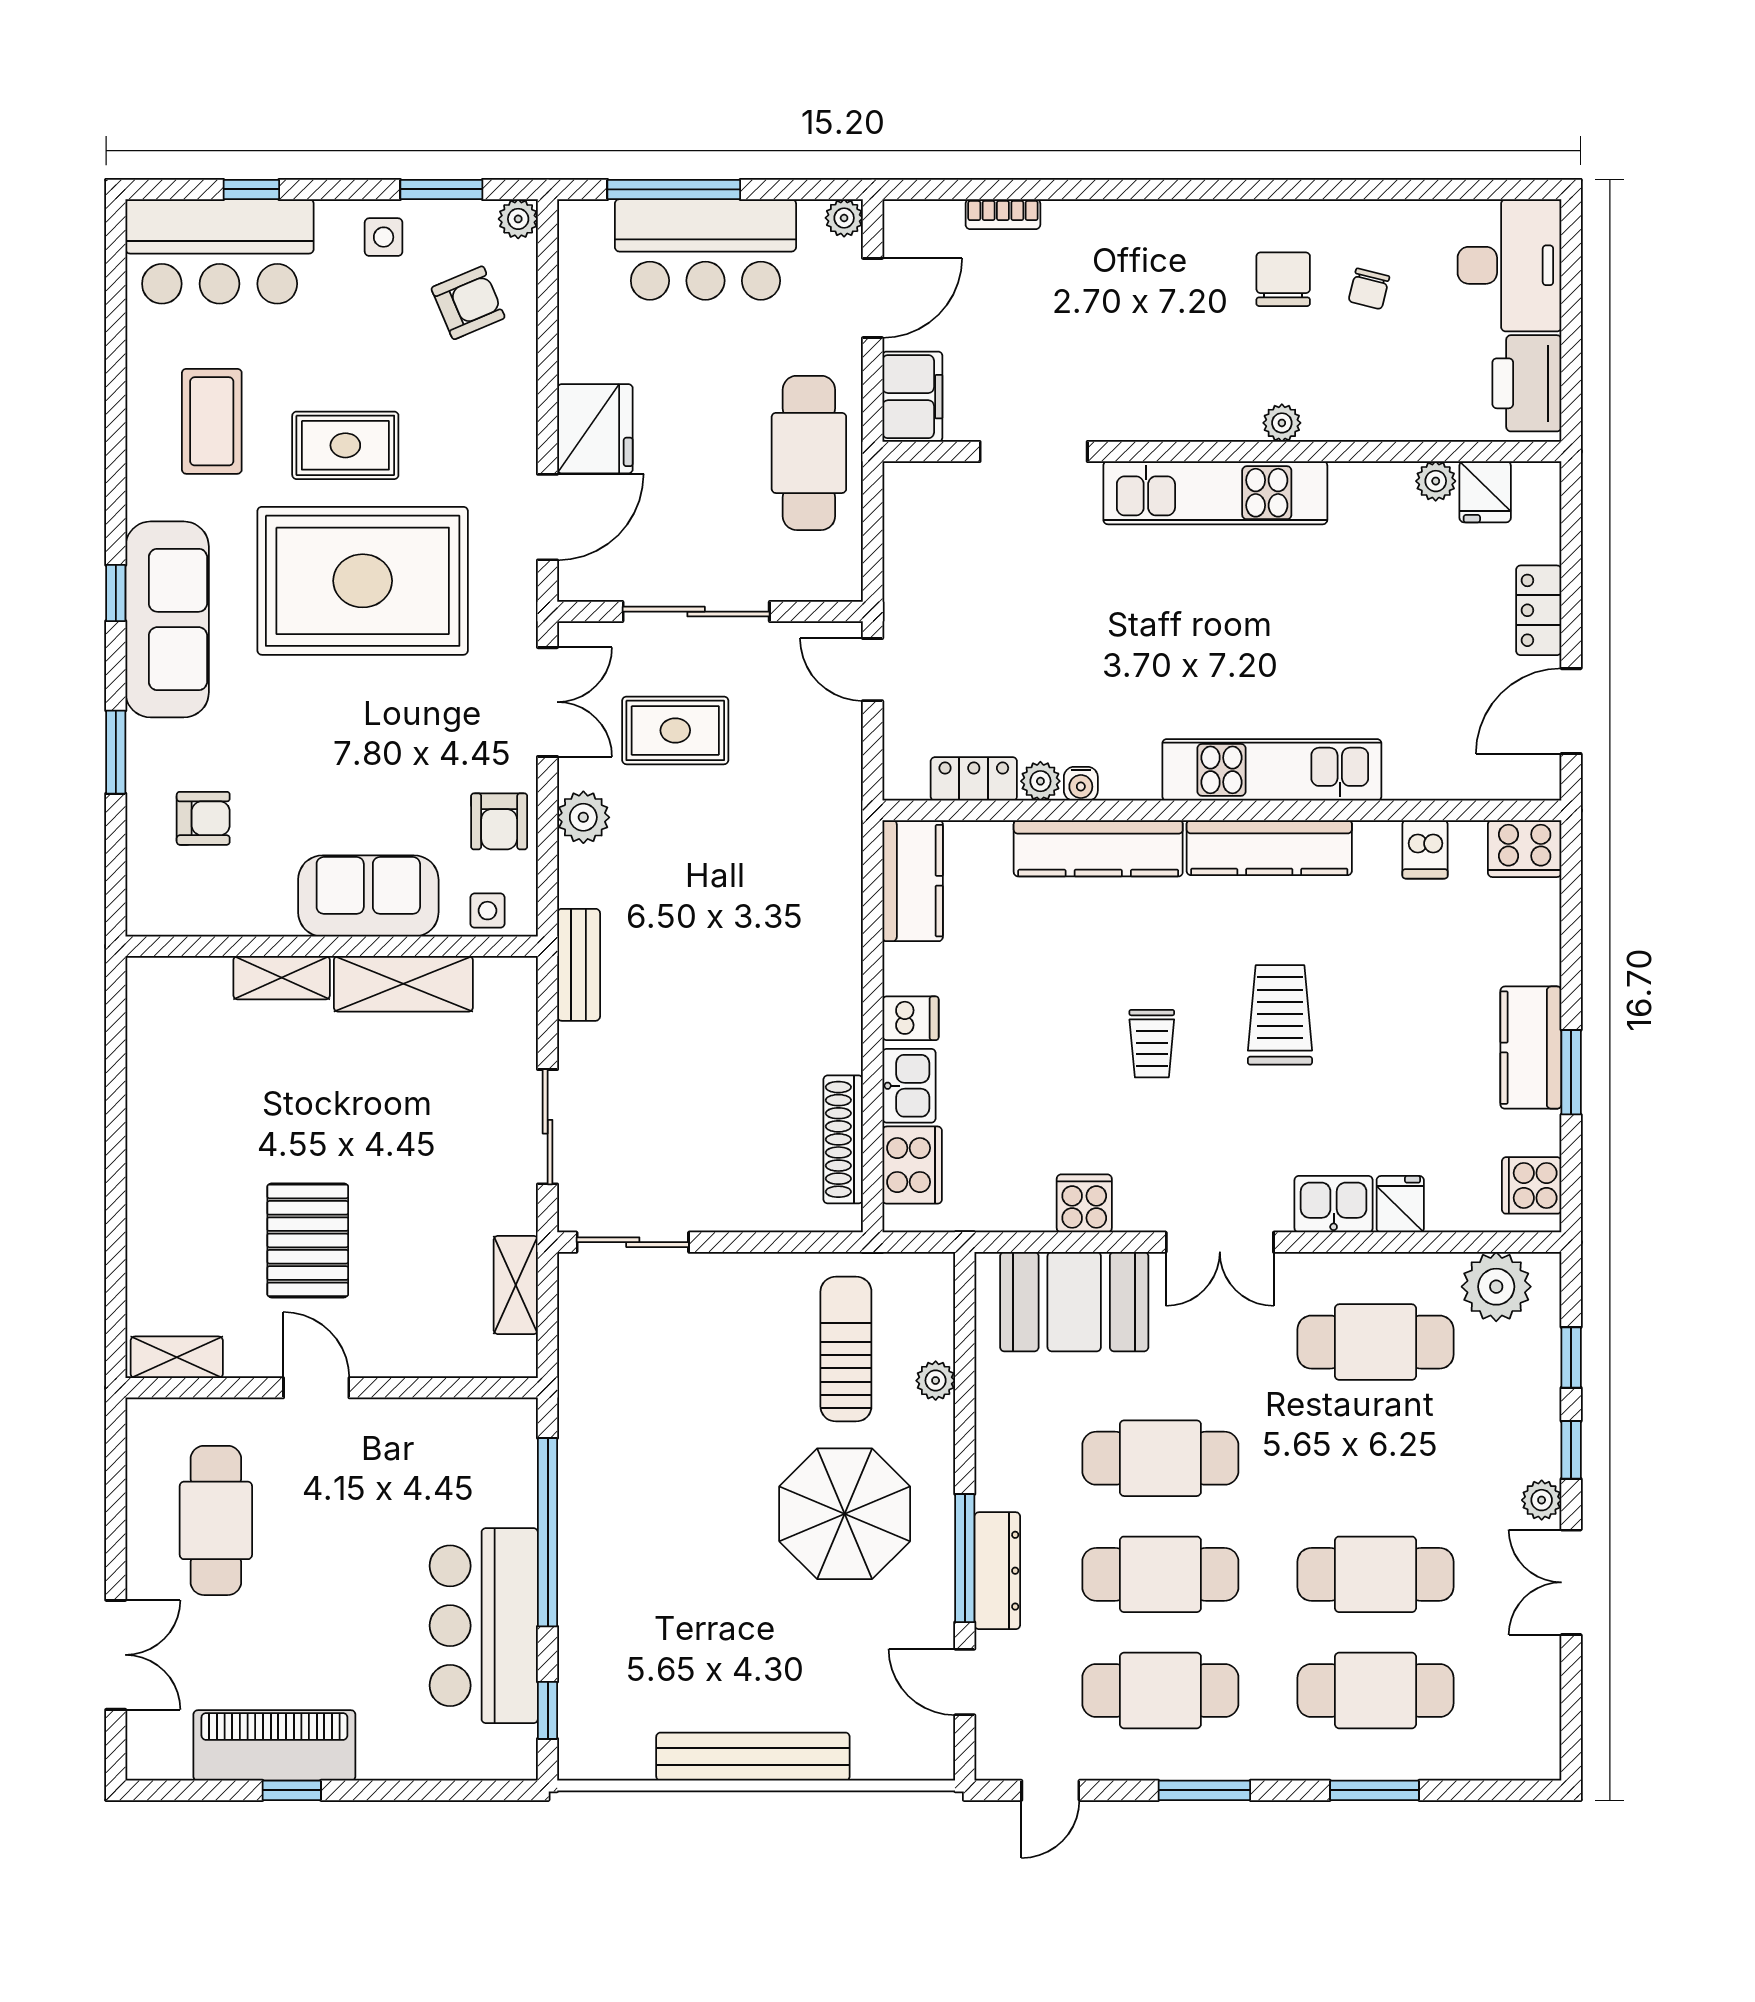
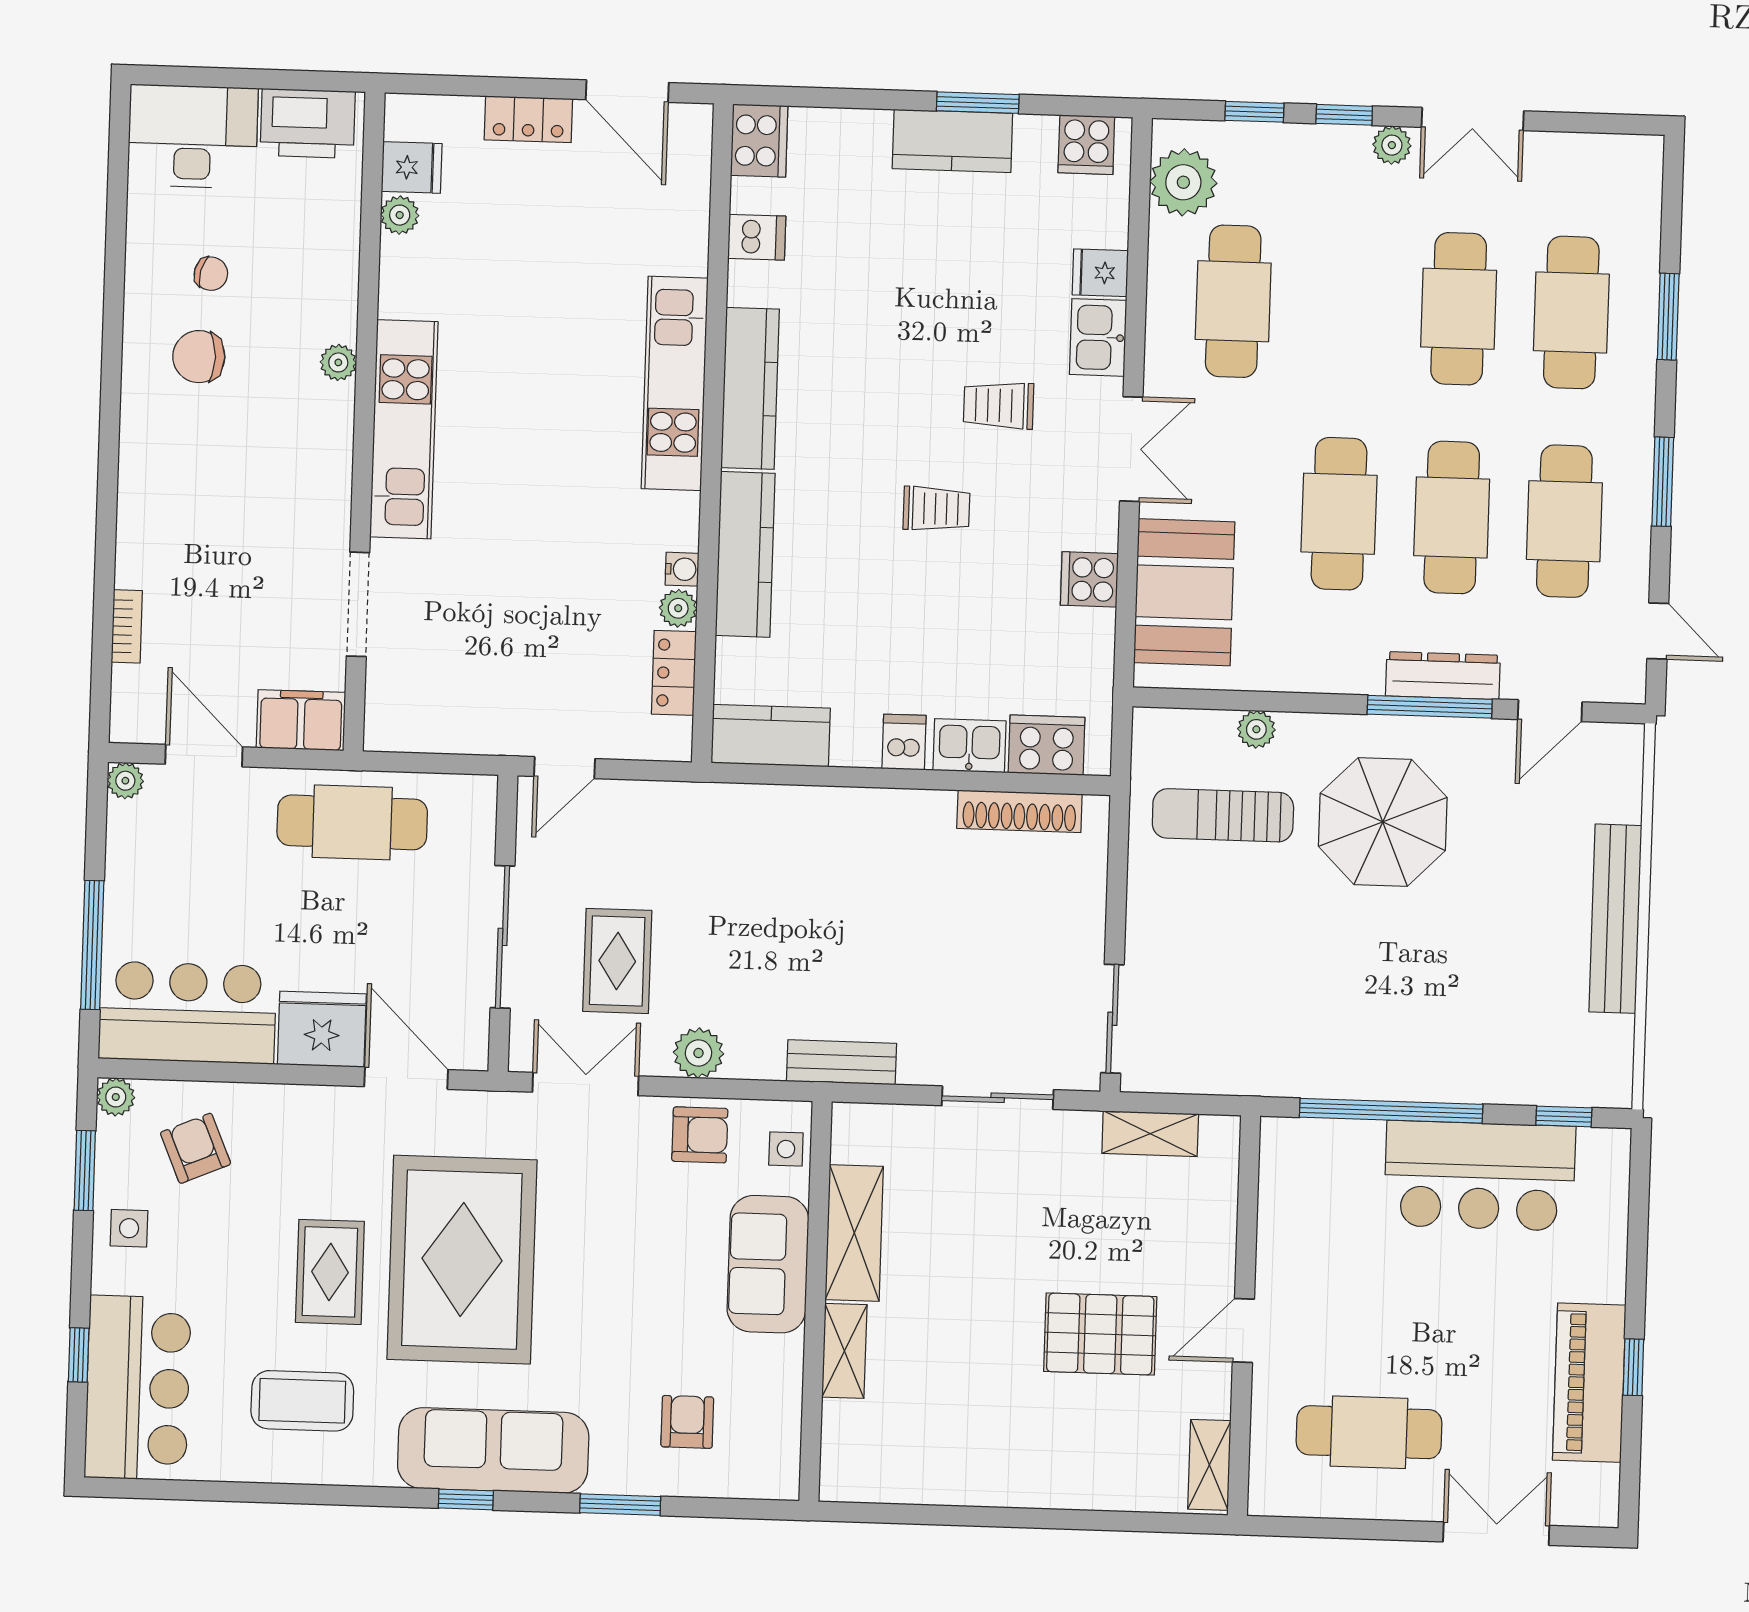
bar counter: (705, 250) -> (187, 1013), moved, turned -90
trolley: (1280, 1015) -> (999, 405), moved, width x0.73, depth x0.72

